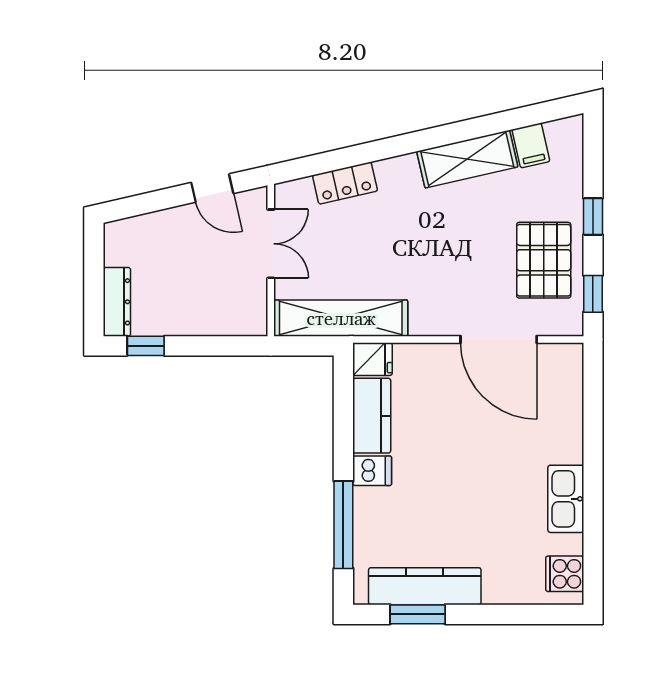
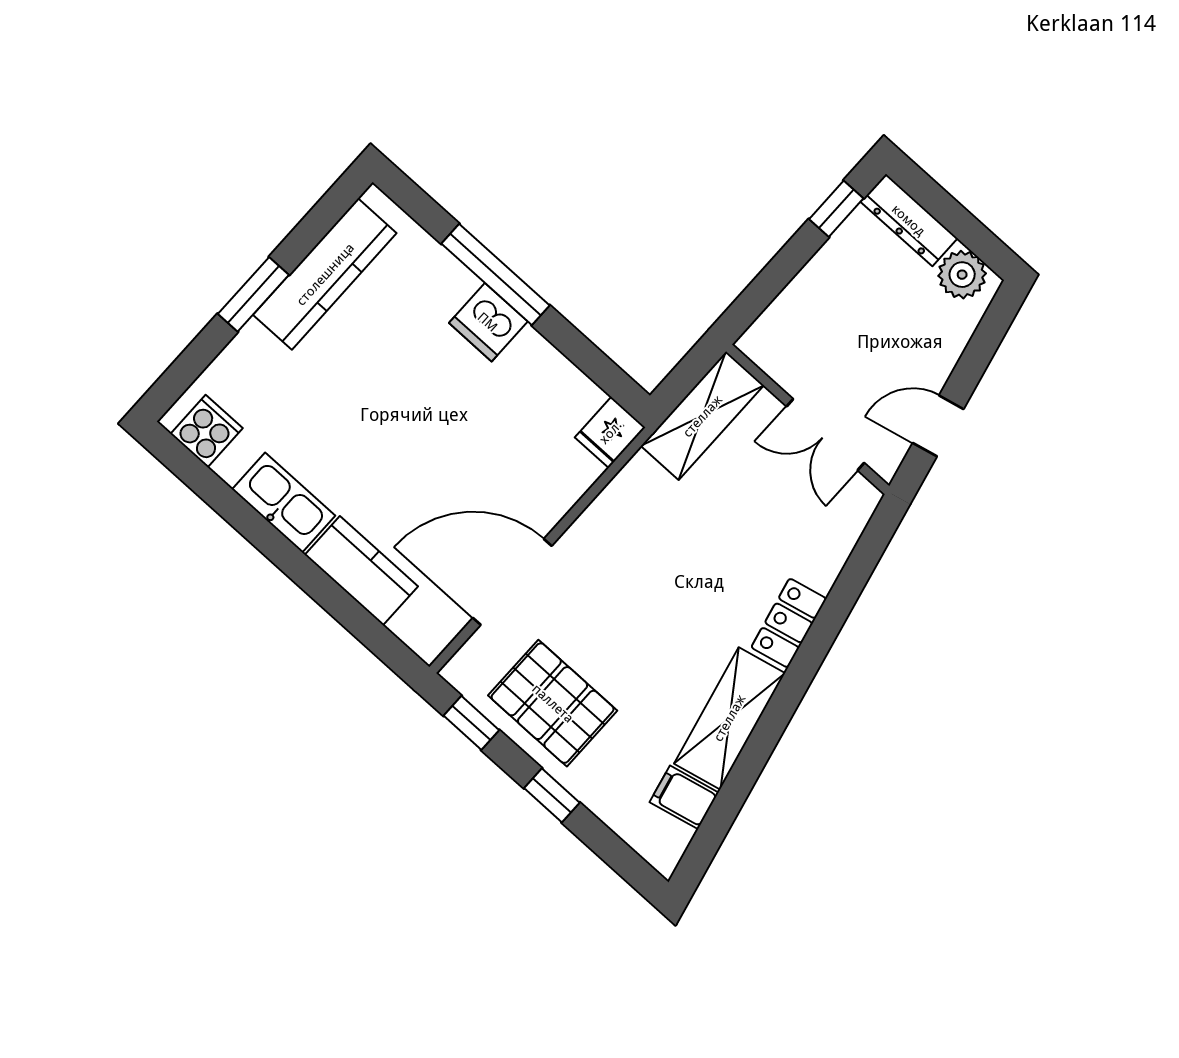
locker: (345, 183) -> (789, 623), moved
plant: (121, 248) -> (962, 275), added
shelving: (341, 318) -> (702, 416), width x0.68
kitchen counter: (372, 416) -> (361, 571), moved, turned 180
dishwasher: (372, 471) -> (488, 322), width x1.38
window: (343, 525) -> (496, 274), moved
window: (418, 614) -> (253, 294), moved

